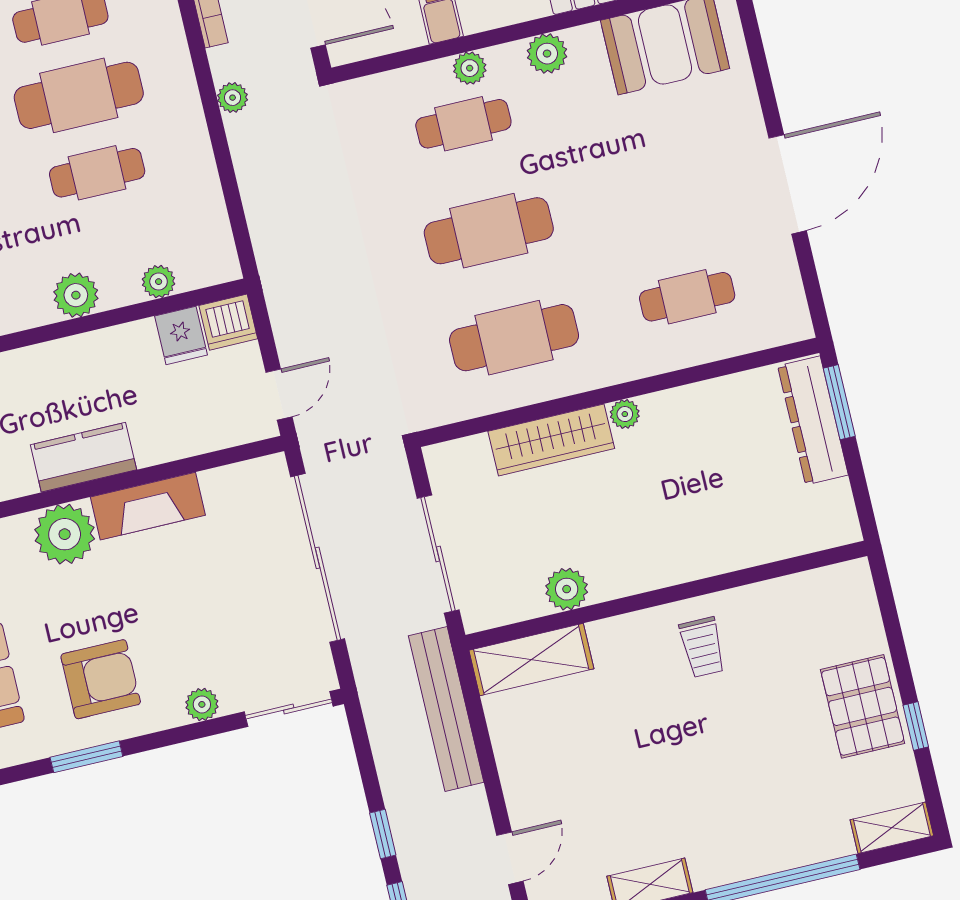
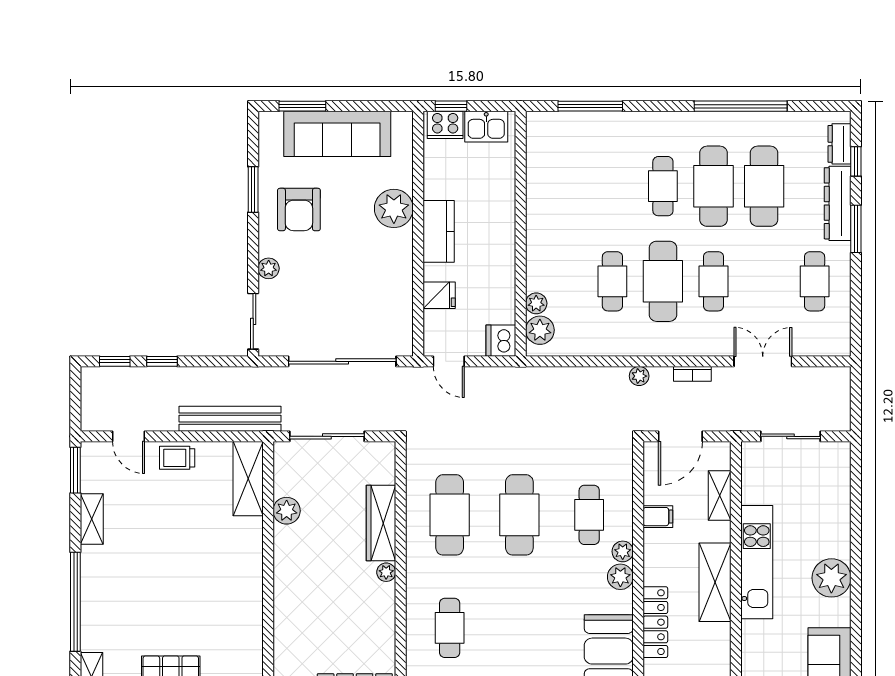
plant: (470, 68) -> (623, 551), moved
plant: (76, 295) -> (540, 330), moved
fridge: (181, 335) -> (439, 295), moved, turned 180
fireplace: (148, 506) -> (399, 264), removed
trolley: (702, 647) -> (177, 458), moved

